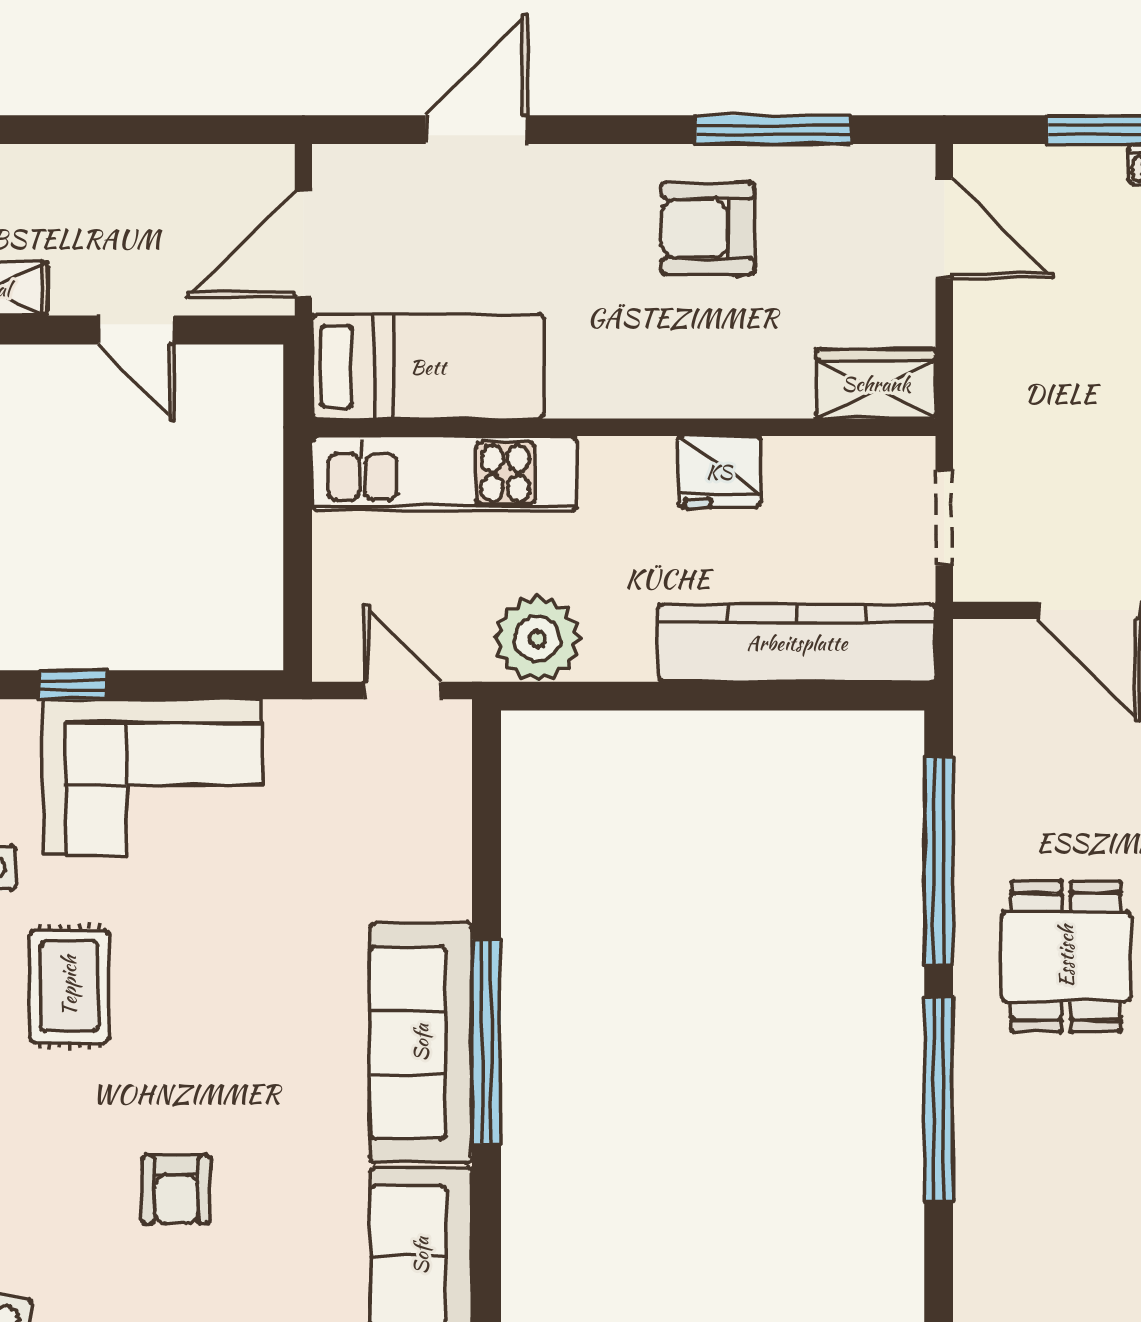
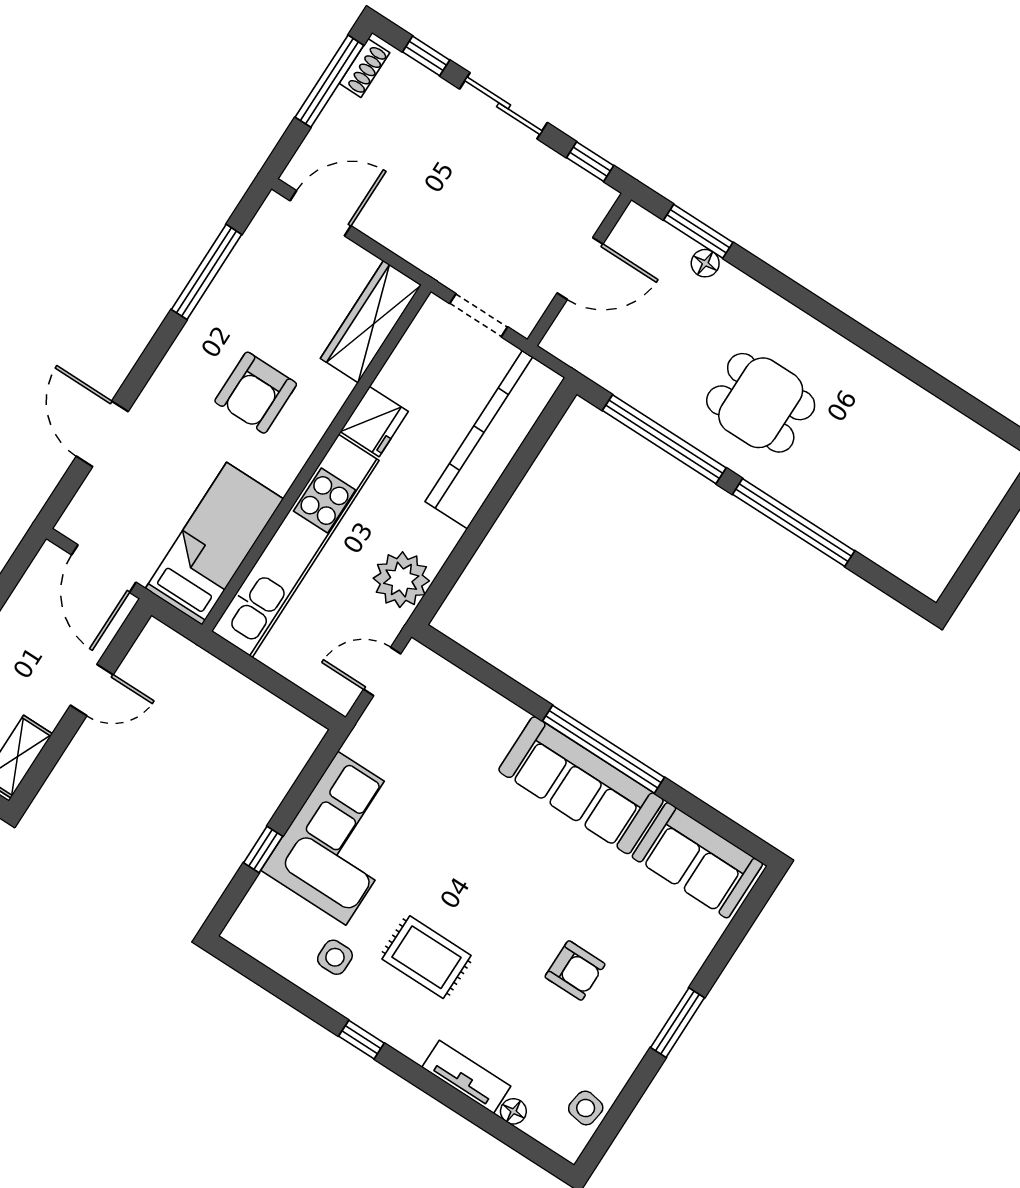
armchair: (708, 228) -> (256, 393), moved
wardrobe: (876, 384) -> (371, 322), width x1.50
kitchen unit: (444, 473) -> (295, 546), width x1.36

